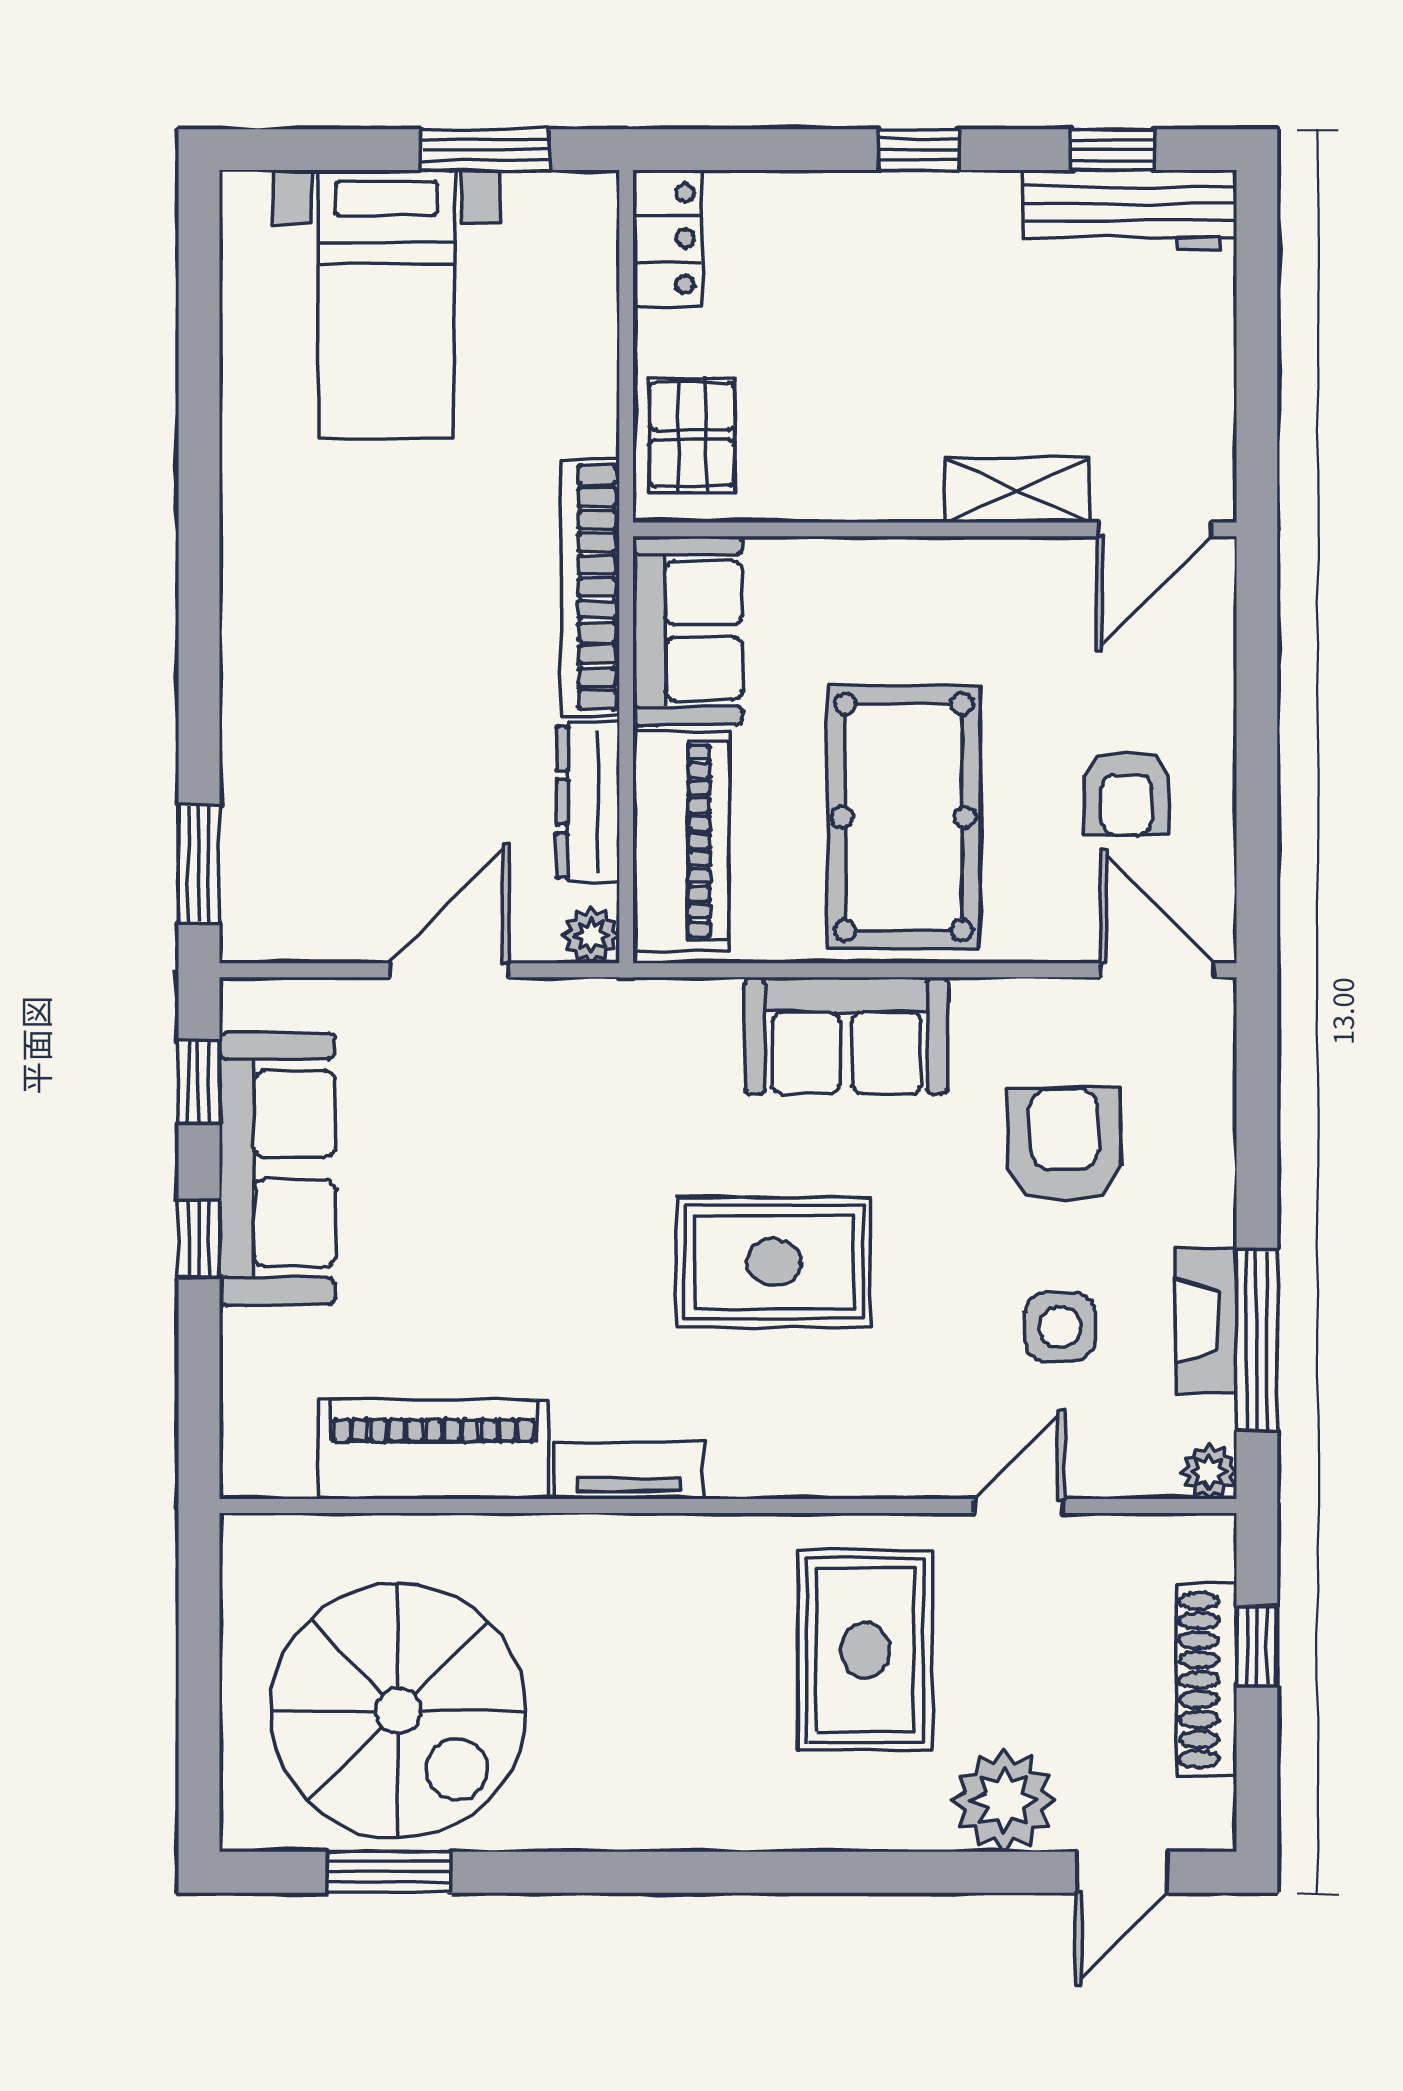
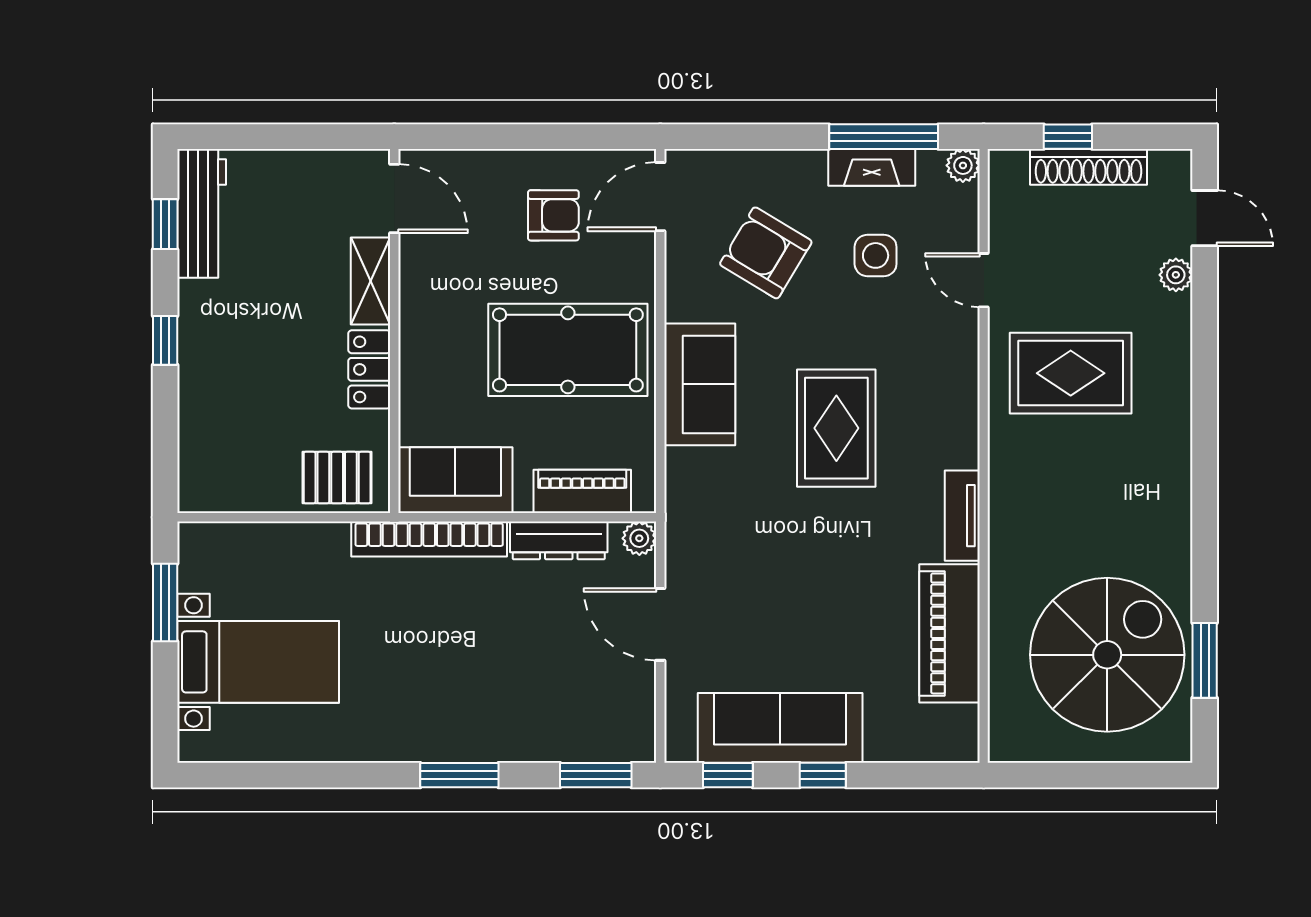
locker: (668, 239) -> (369, 369), moved, turned -90
window: (199, 637) -> (459, 775), added
piano: (681, 841) -> (582, 491), width x0.73, depth x0.75
armchair: (1064, 1145) -> (766, 253), turned 32
plant: (1004, 1801) -> (1176, 275), width x0.53, depth x0.53

